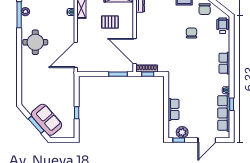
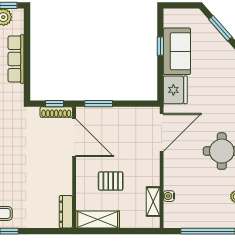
fridge: (67, 83) -> (175, 90), added
row of seats: (174, 109) -> (16, 59), width x1.48
sofa: (47, 120) -> (177, 51), moved, turned -139

